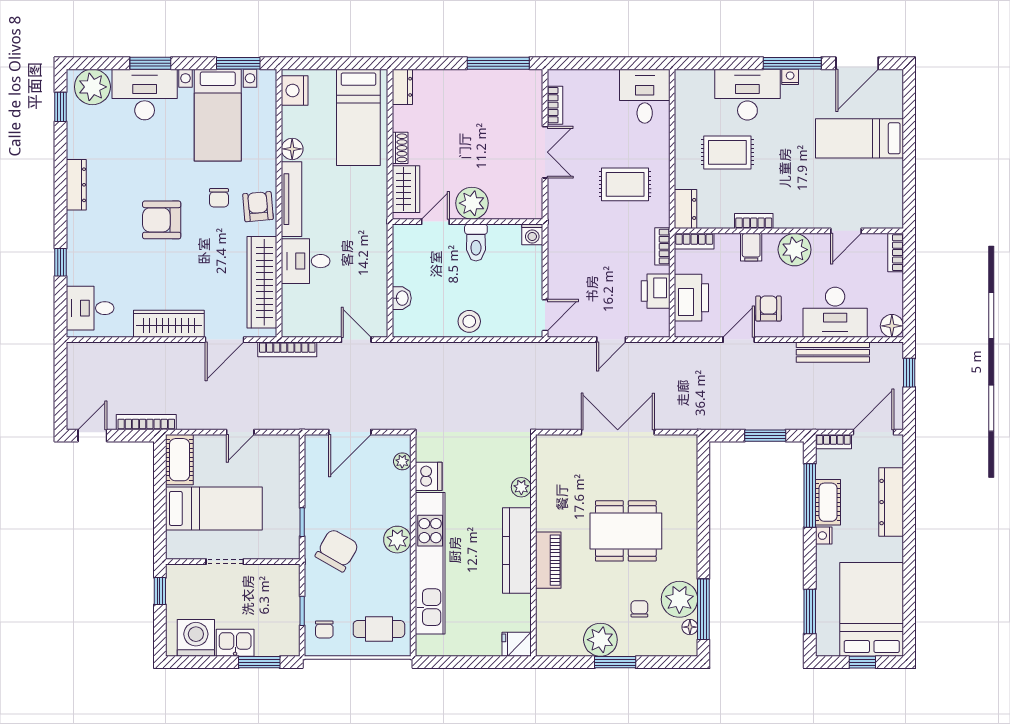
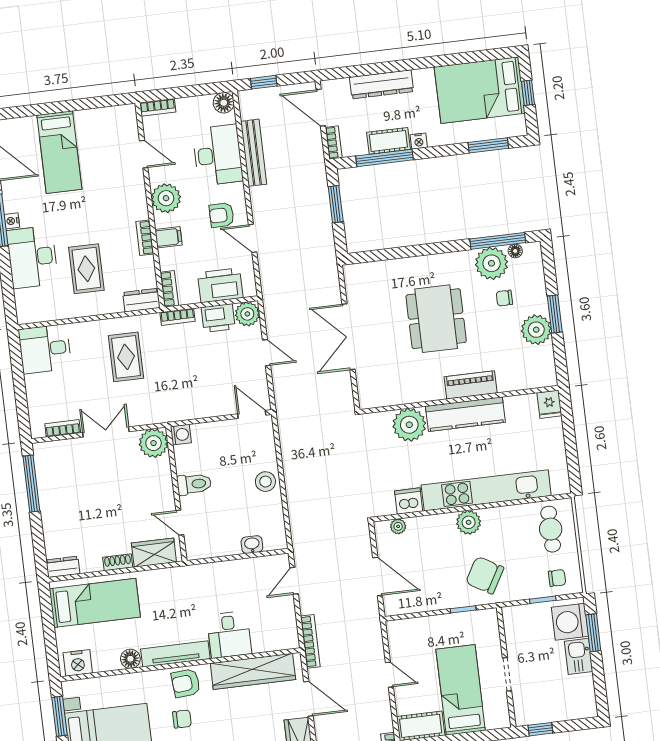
plant: (472, 203) -> (154, 443), moved
plant: (656, 324) -> (247, 314), added
plant: (521, 487) -> (409, 425), width x1.88, depth x1.88
washing machine: (196, 638) -> (570, 622), moved

